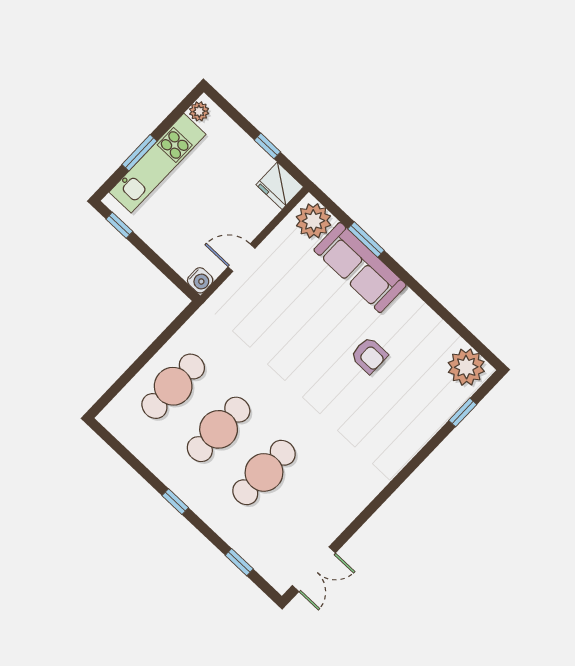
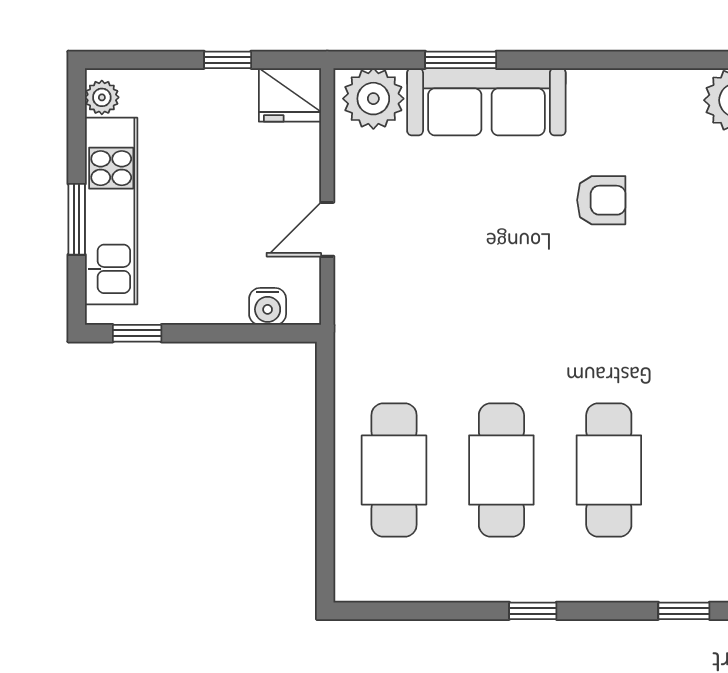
water cooler: (200, 280) -> (268, 306), moved, turned 90

